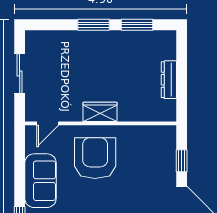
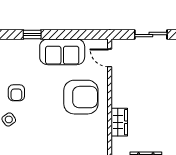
wardrobe: (100, 112) -> (119, 122), moved

